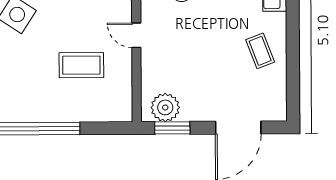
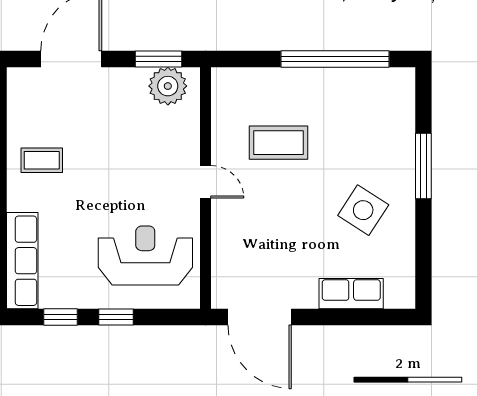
coffee table: (260, 51) -> (42, 160), turned -69

